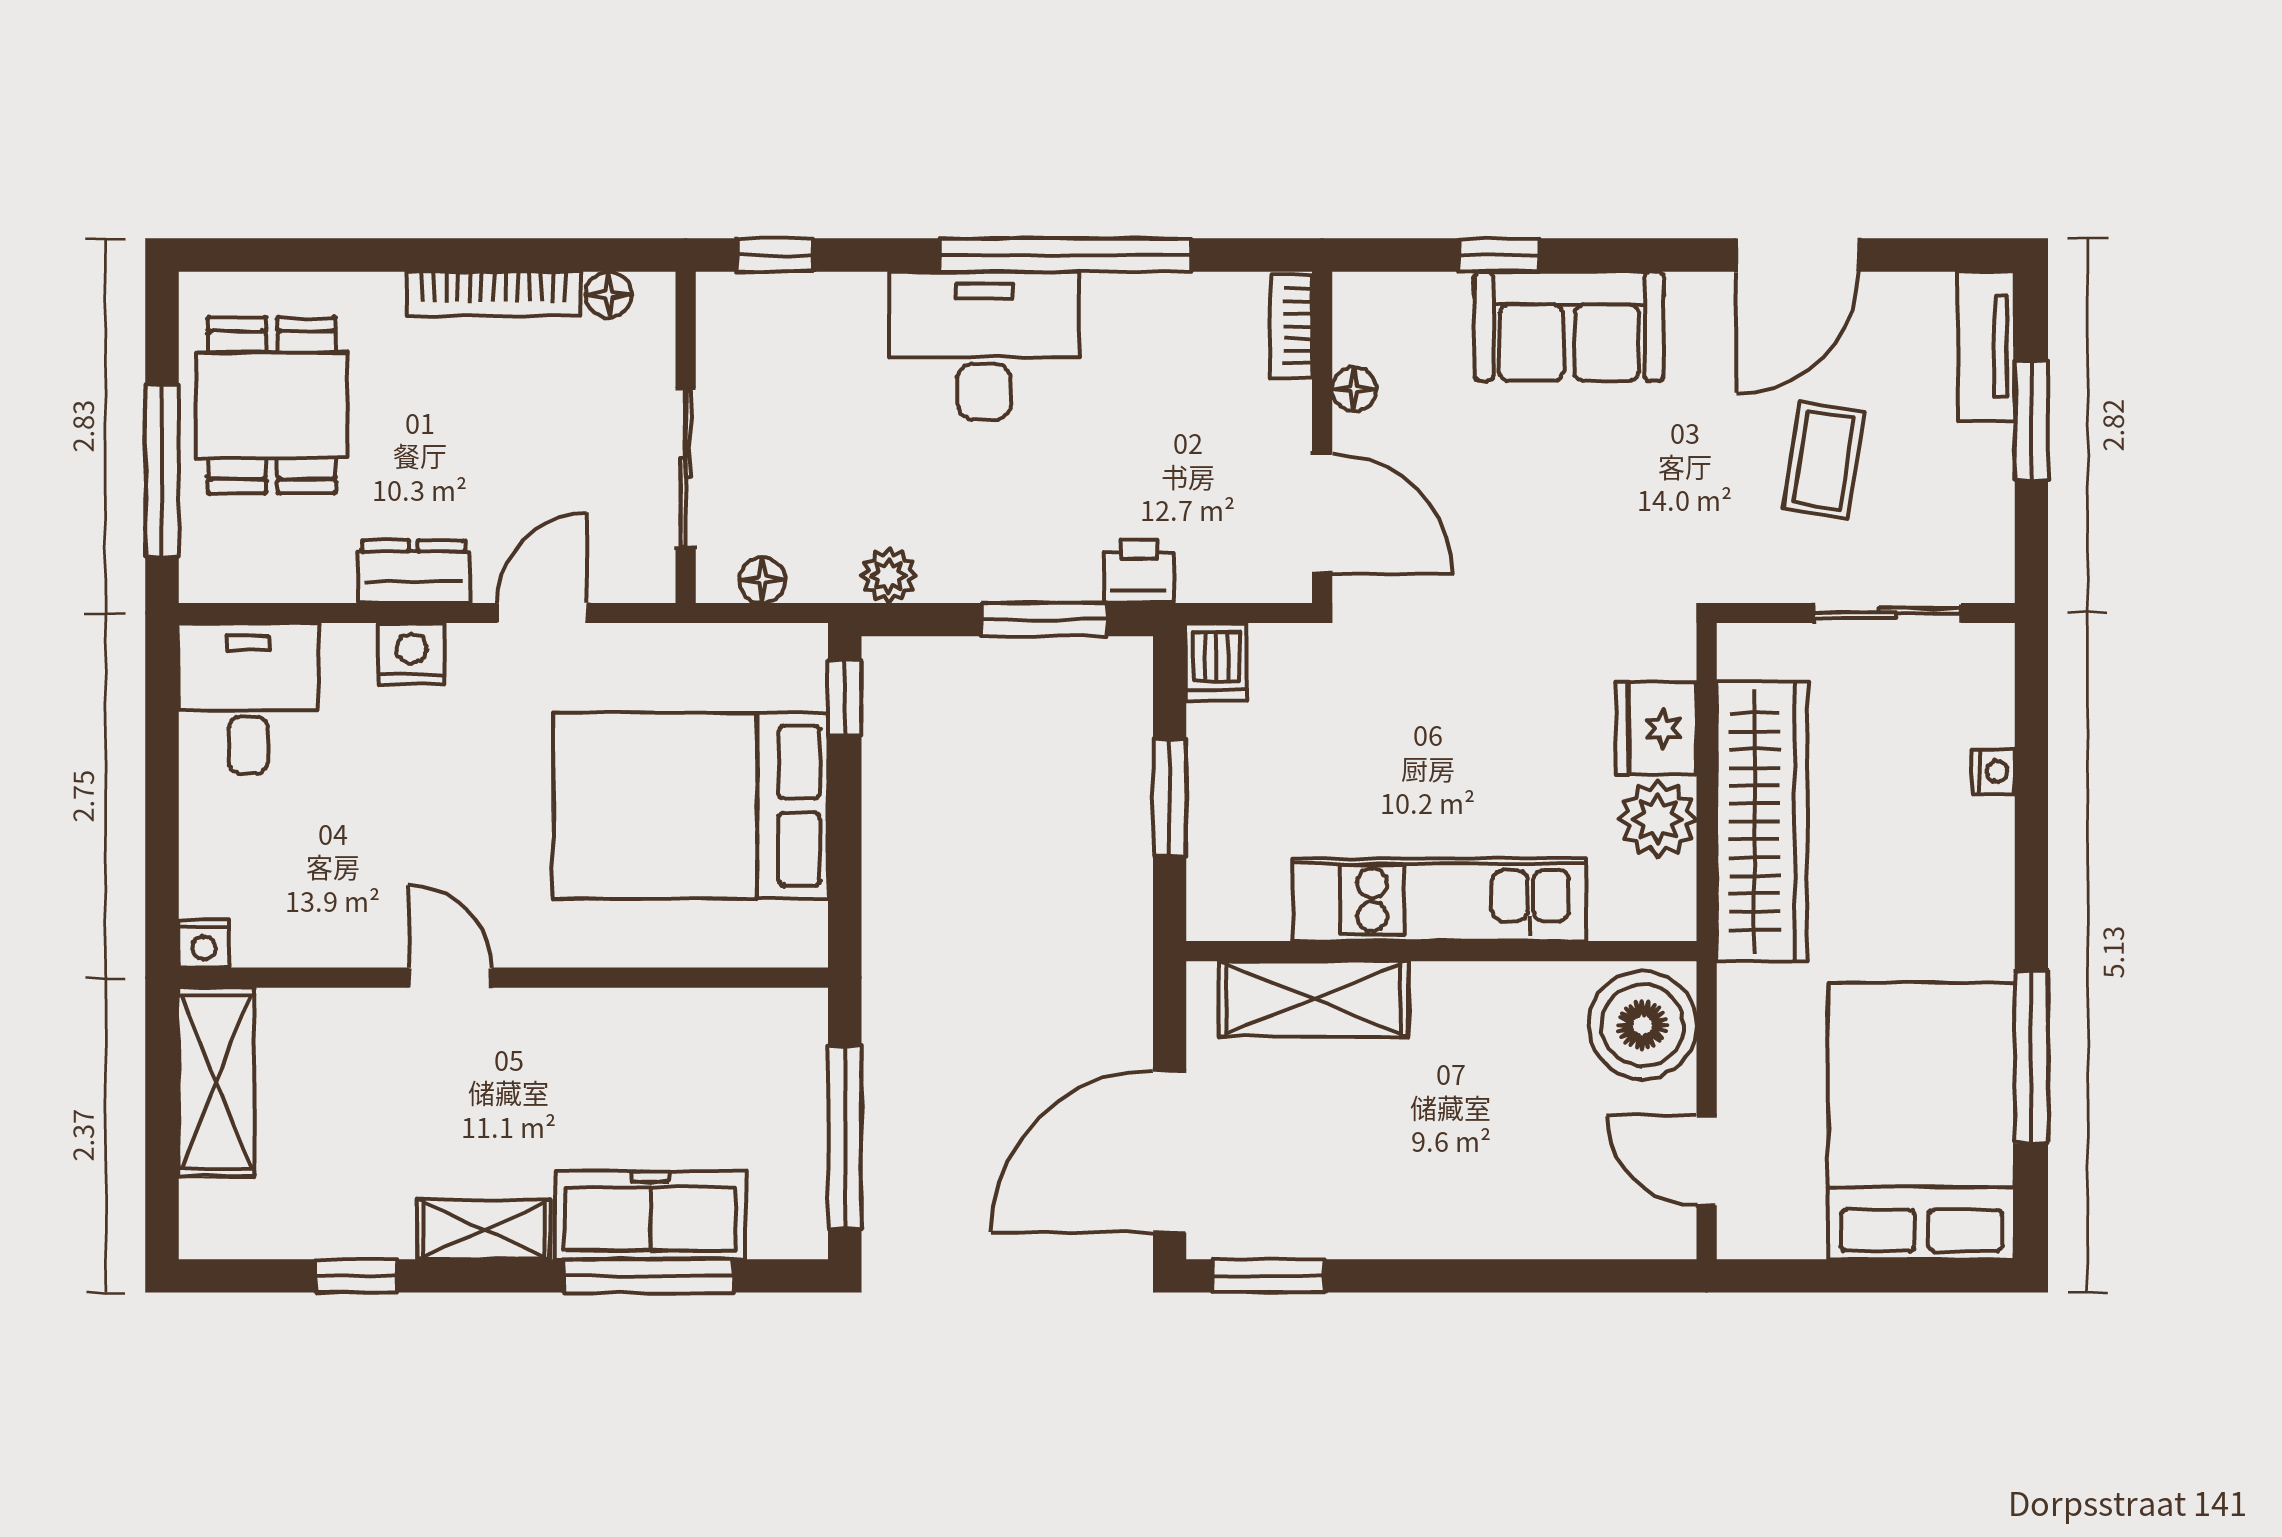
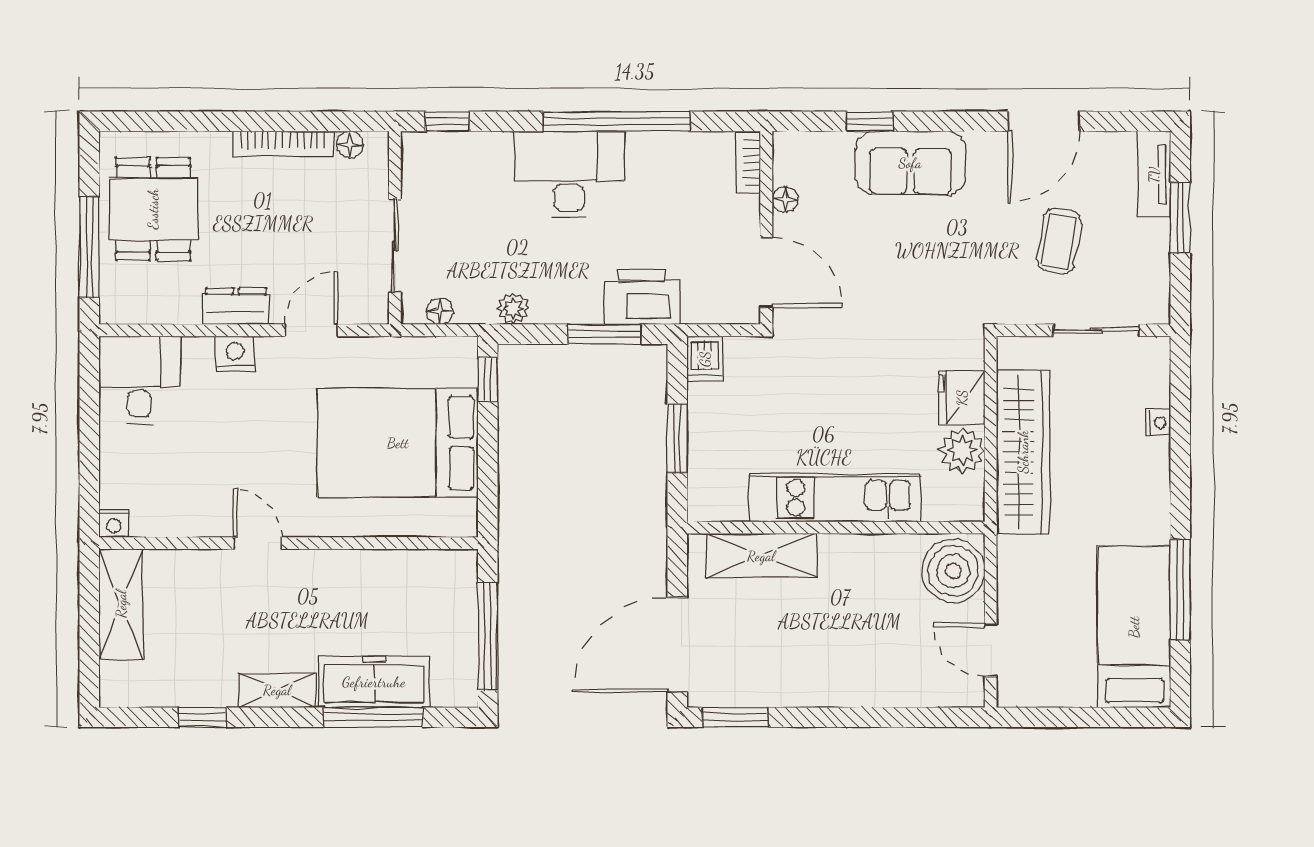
printer: (1139, 572) -> (642, 297), width x1.87, depth x1.48
bed: (1921, 1121) -> (1134, 627), width x0.67

